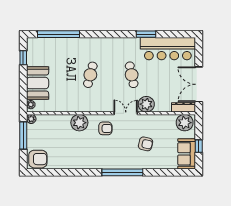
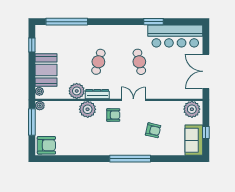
plant: (146, 104) -> (77, 91), moved
dresser: (184, 107) -> (97, 94), moved

